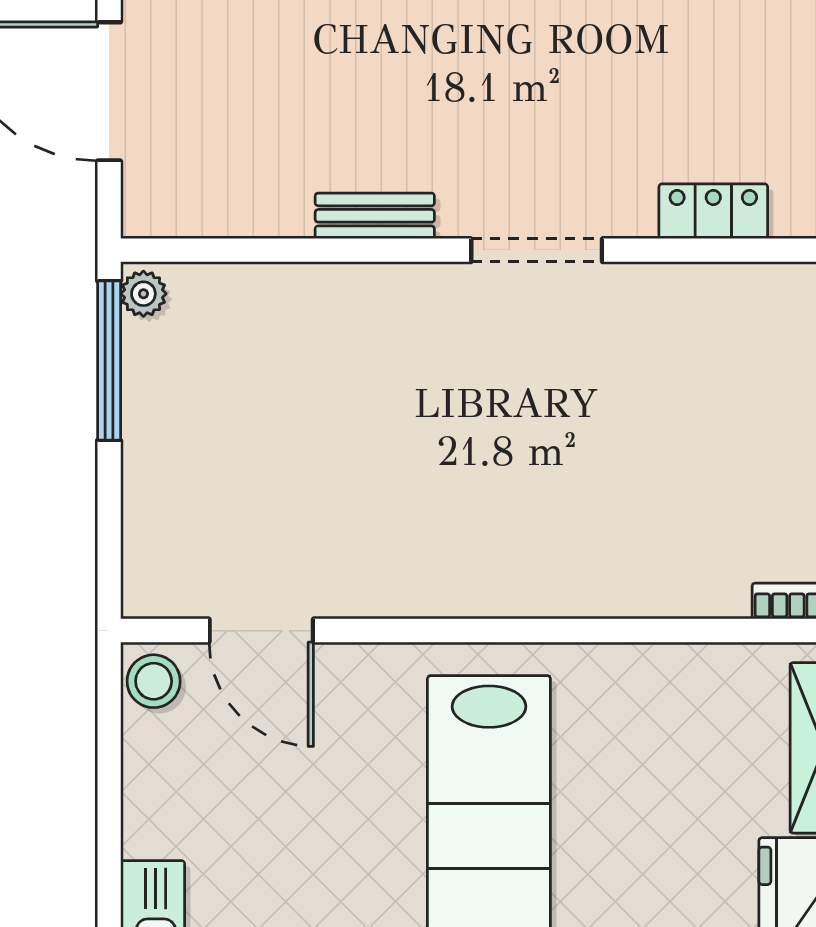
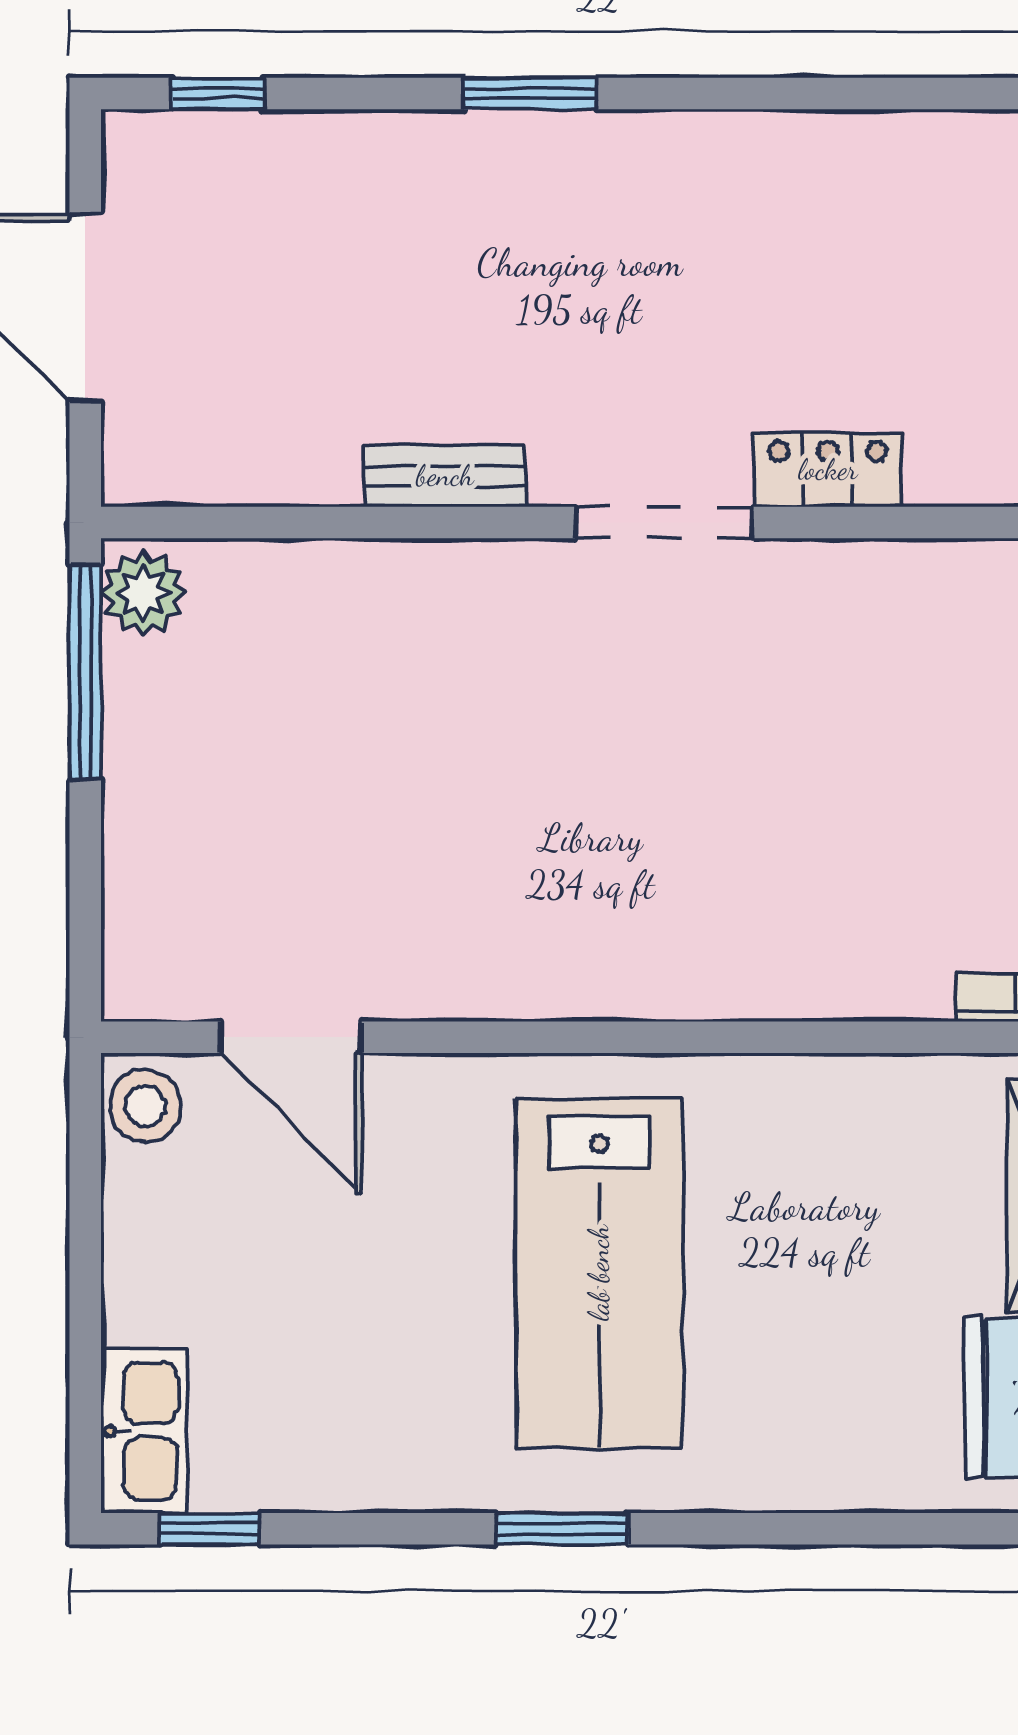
locker: (713, 211) -> (828, 470), moved
plant: (143, 294) -> (143, 593), width x1.38, depth x1.38

